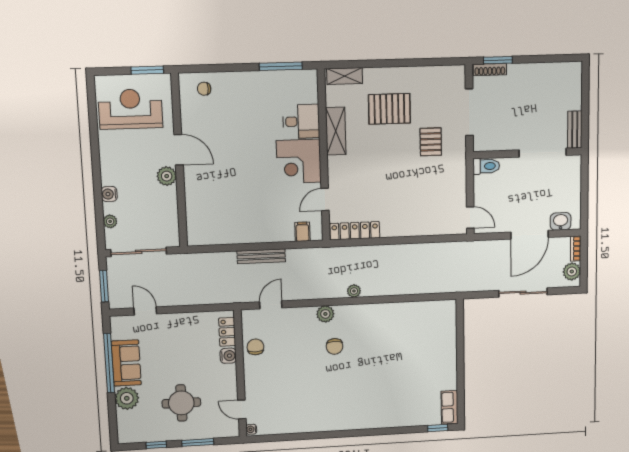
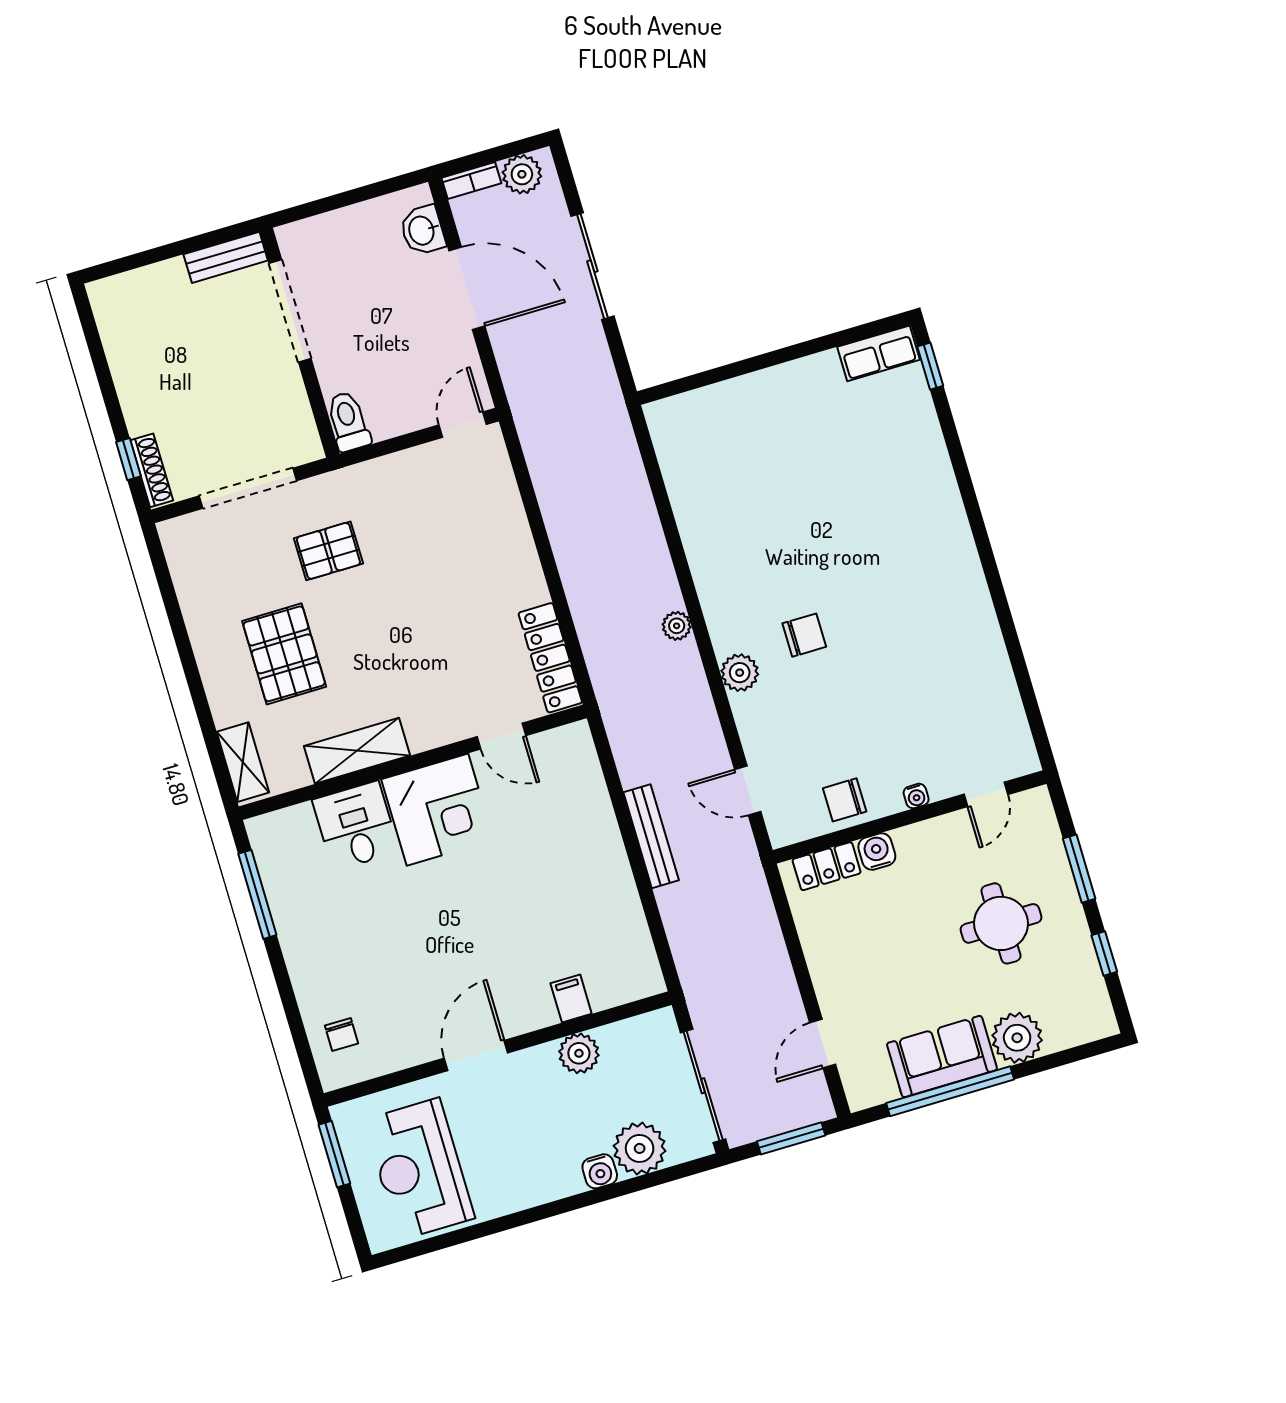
window: (498, 60) -> (129, 459), width x0.67
plant: (167, 176) -> (579, 1053), moved
plant: (110, 221) -> (640, 1148), width x1.88, depth x1.88
filing cabinet: (302, 232) -> (571, 999), moved, turned 90
water cooler: (251, 429) -> (916, 796), moved

